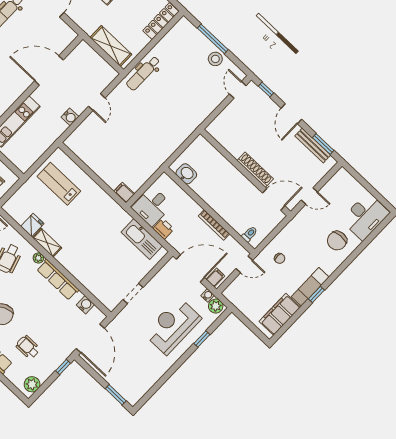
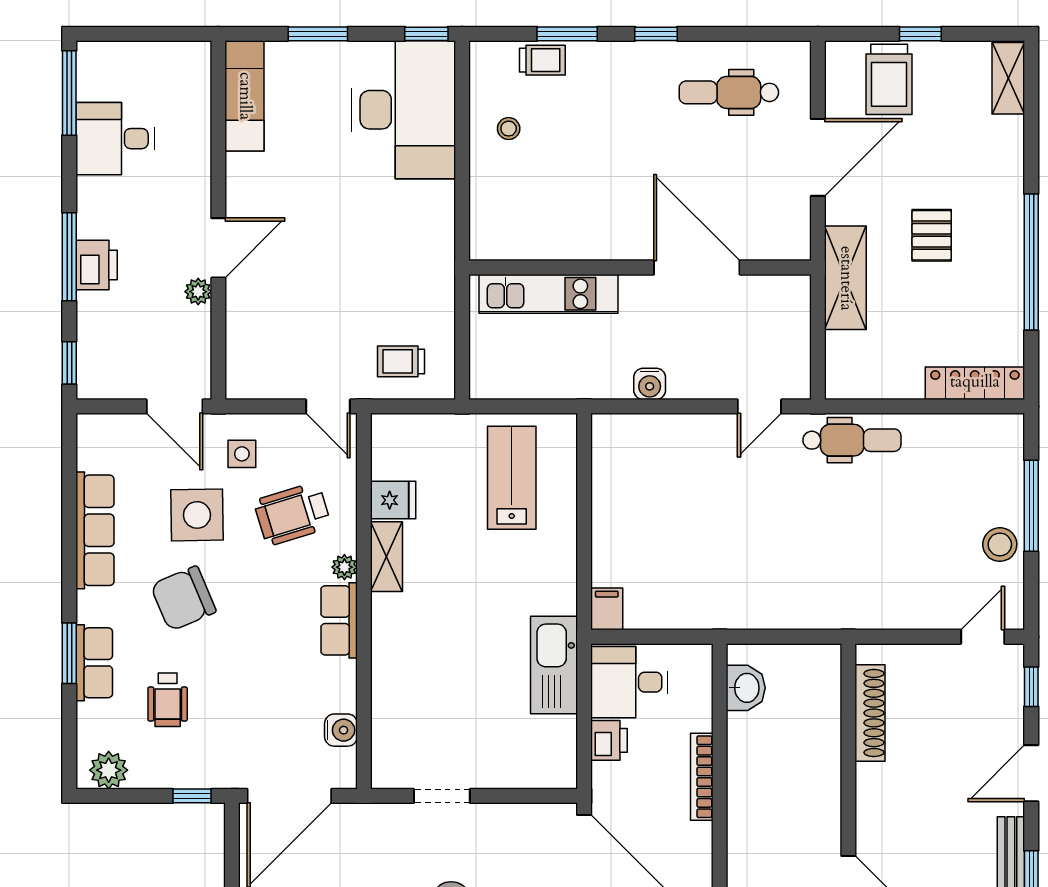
shelving: (111, 46) -> (845, 278), moved
dental chair: (143, 73) -> (852, 440), turned 180
door: (97, 102) -> (759, 406), moved
shoe rack: (255, 170) -> (870, 713), moved
bookcase: (214, 225) -> (702, 777), moved
kitchen sink: (142, 239) -> (554, 665), moved
row of seats: (58, 280) -> (339, 620), width x0.68
wheelchair: (28, 347) -> (168, 700), turned 180

